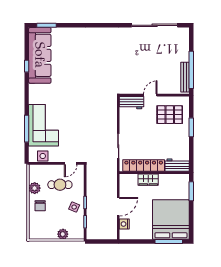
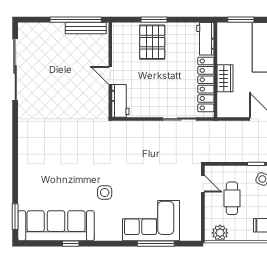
pallet: (170, 115) -> (152, 42), moved
side table: (43, 156) -> (105, 192), moved
plant: (35, 188) -> (220, 233), moved

